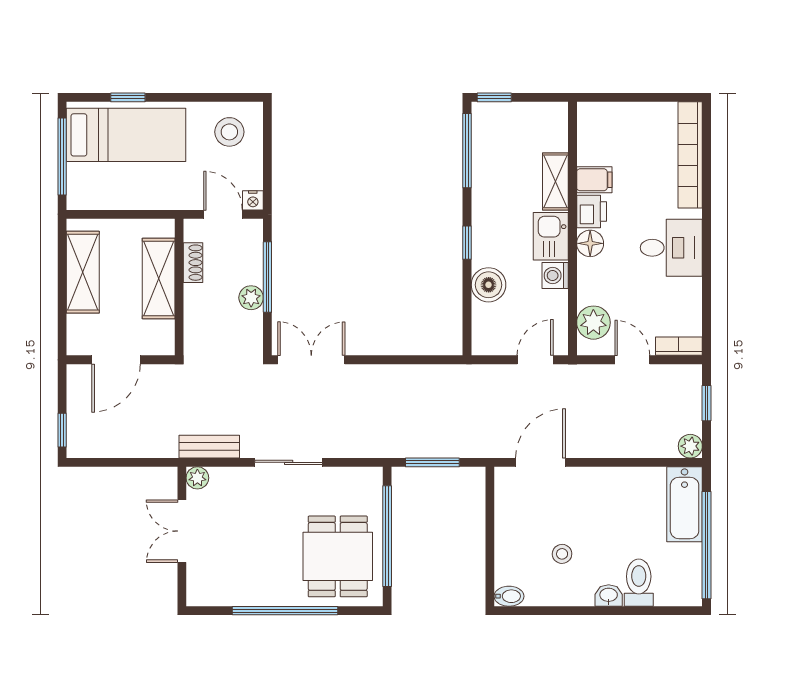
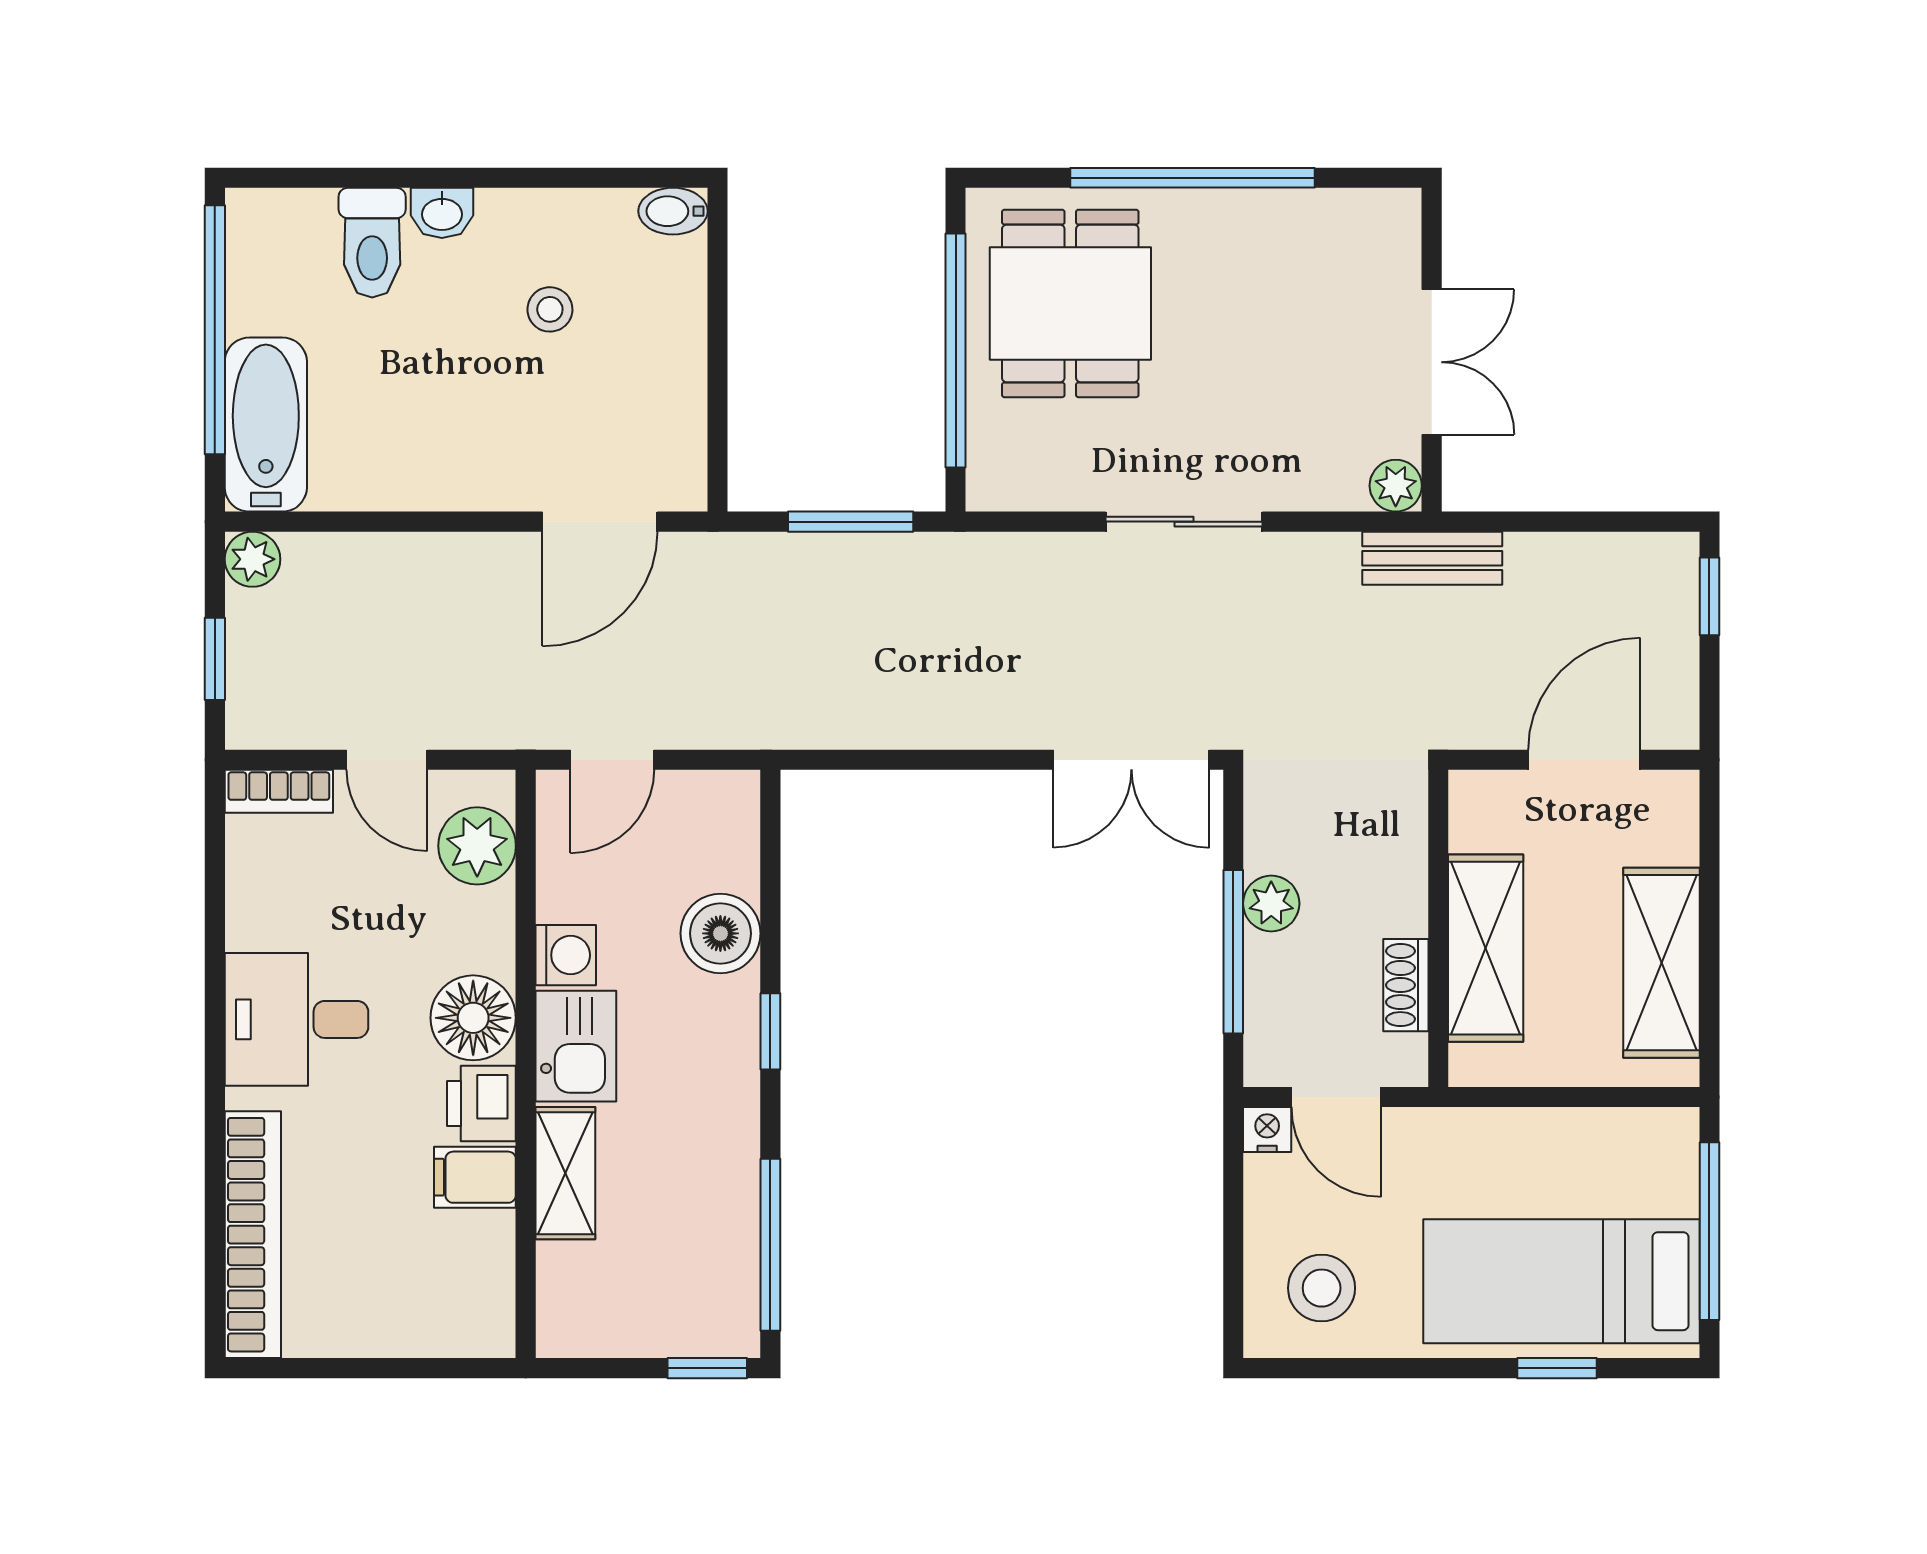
floor lamp: (590, 243) -> (473, 1018), width x1.38, depth x1.38
bench: (209, 447) -> (1432, 558), moved

